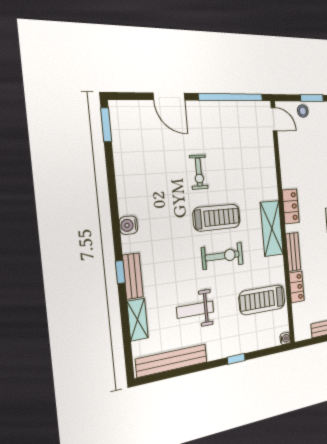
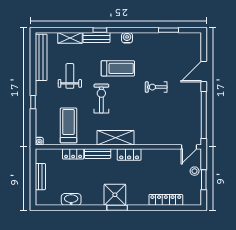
window: (106, 125) -> (169, 30), moved
treadmill: (217, 218) -> (118, 68), moved, turned -90
exercise bike: (222, 256) -> (101, 98), turned 180

